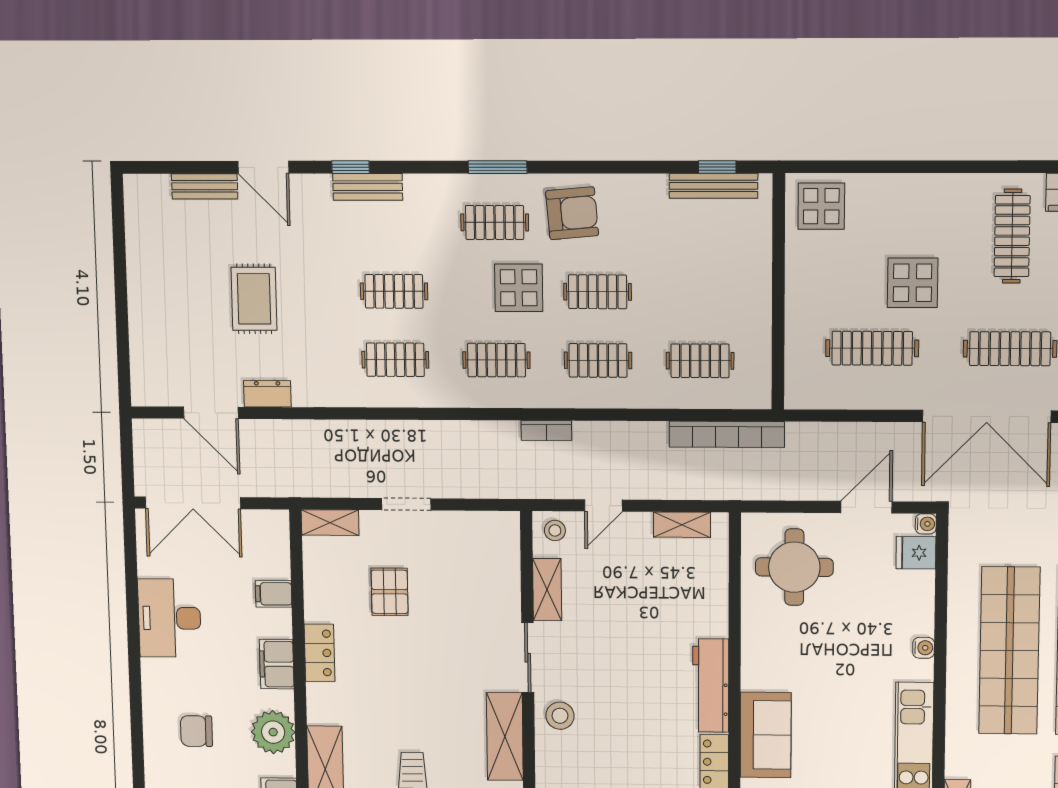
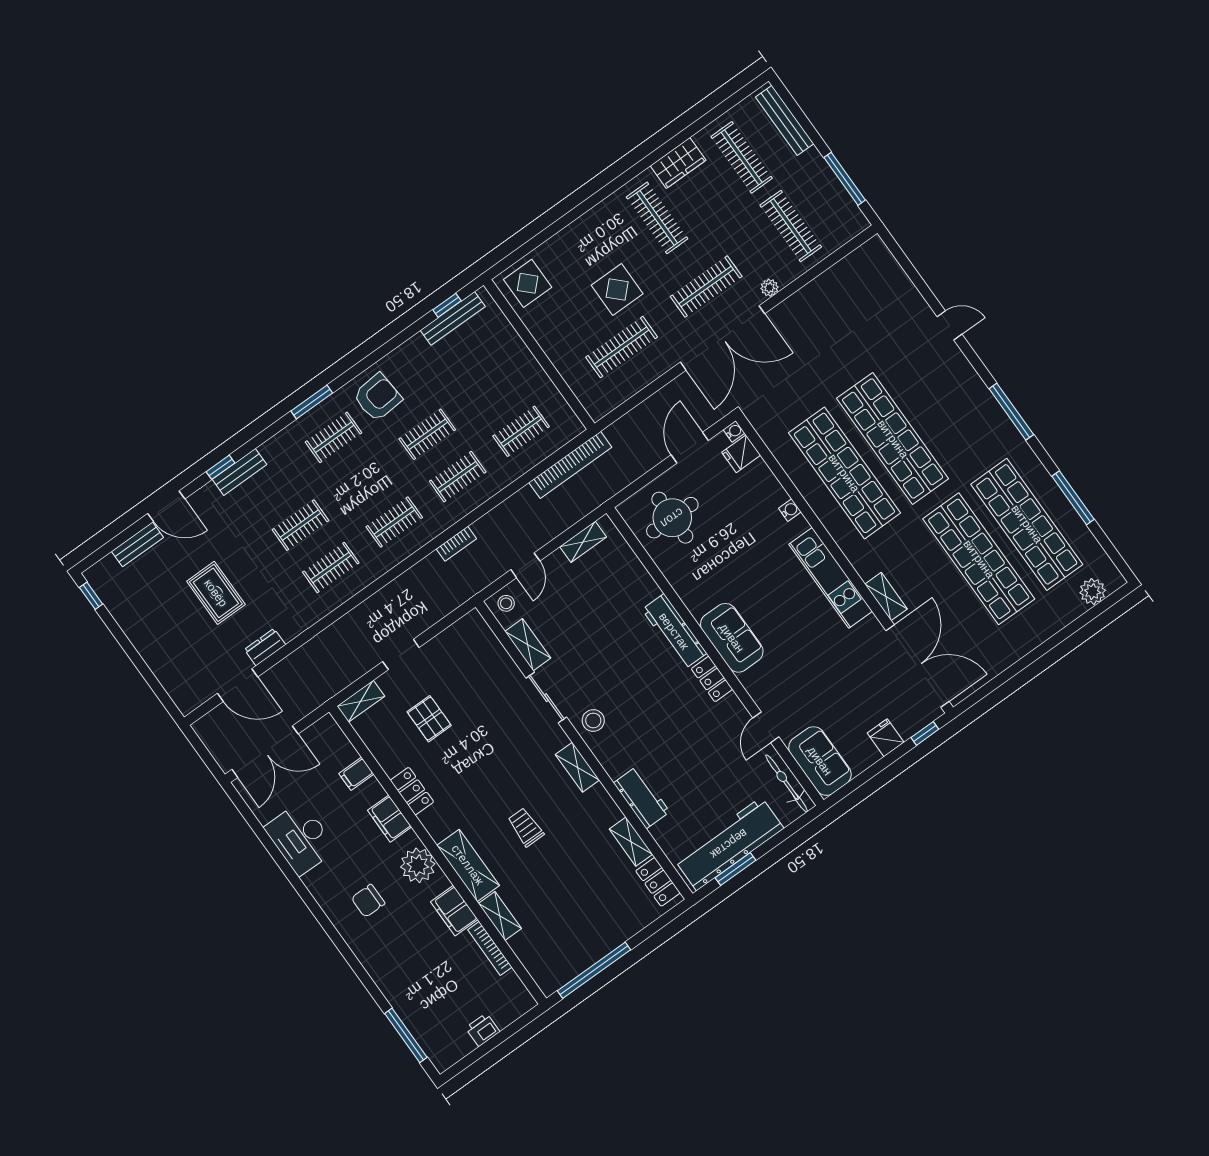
window: (118, 206) -> (91, 596), added
display table: (519, 288) -> (377, 467), removed
shelving: (505, 737) -> (577, 767), width x0.67, depth x0.75

